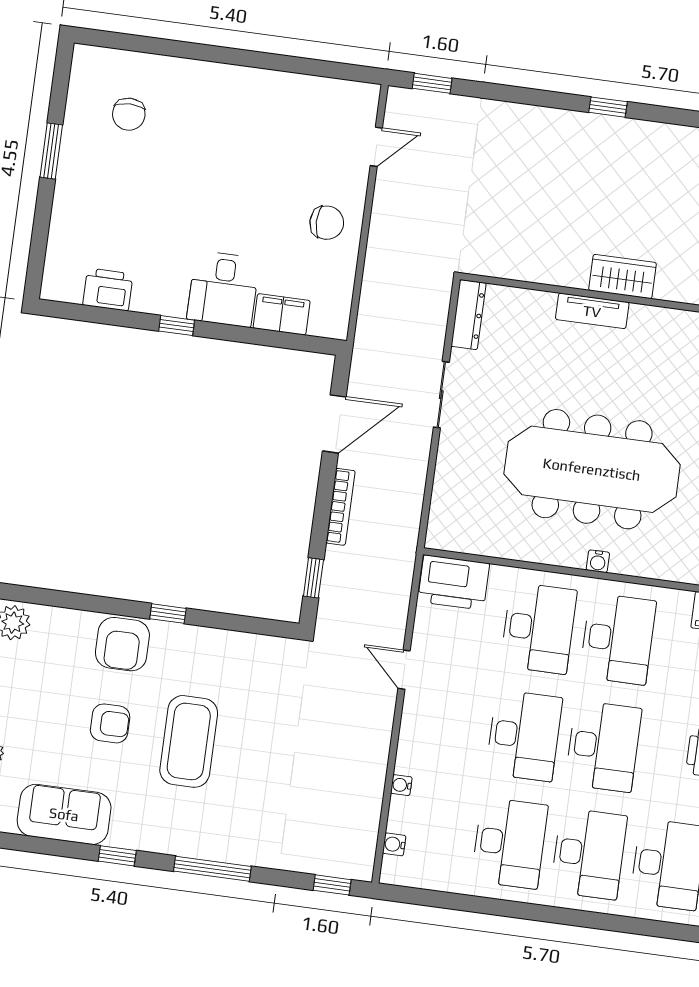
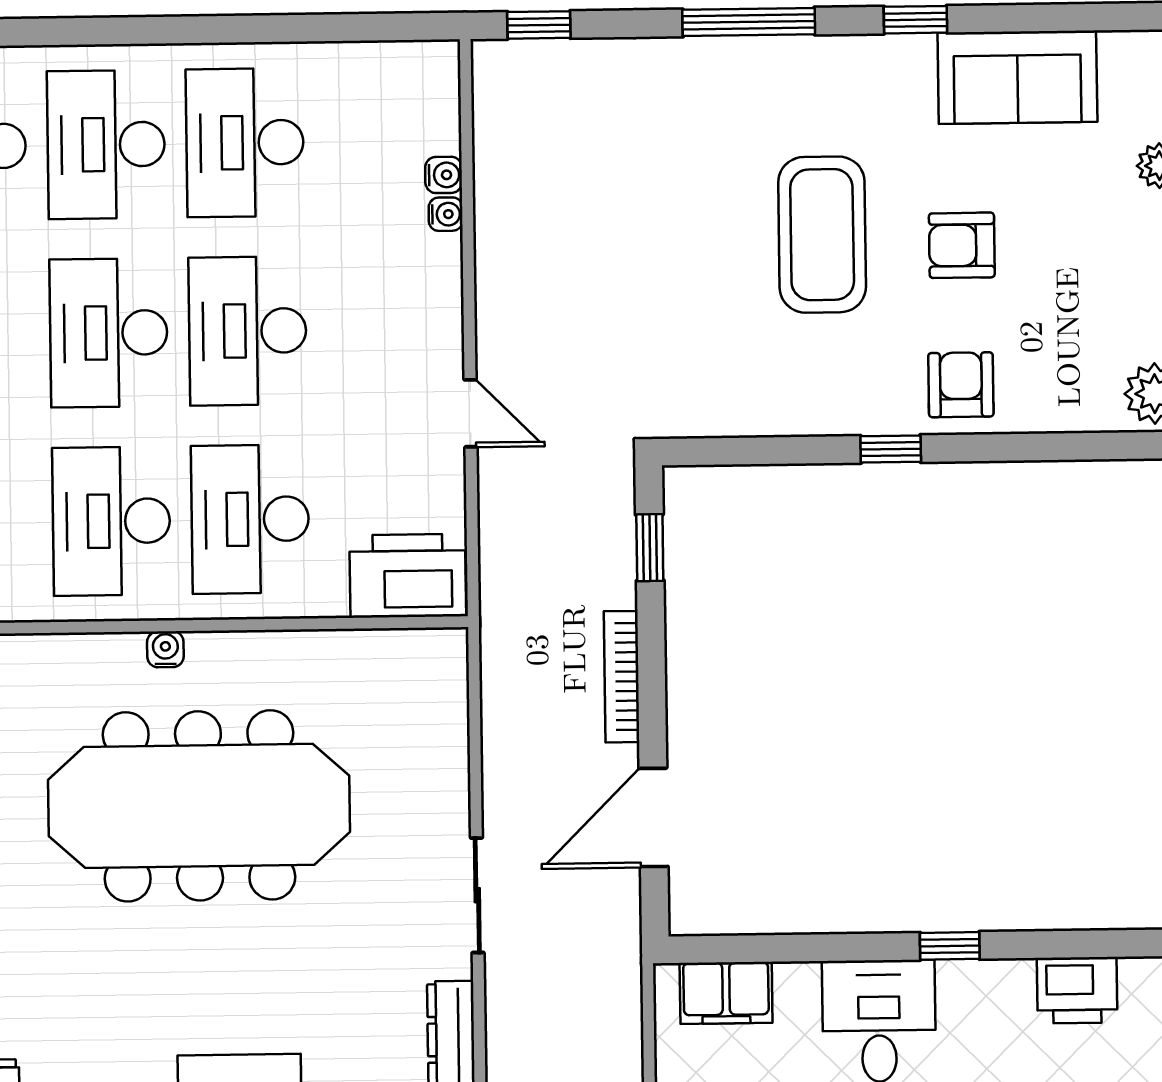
filing cabinet: (282, 314) -> (726, 993), moved
armchair: (122, 644) -> (961, 385), width x0.72, depth x0.72
water cooler: (394, 844) -> (444, 175), moved

